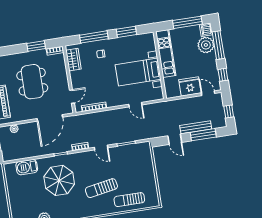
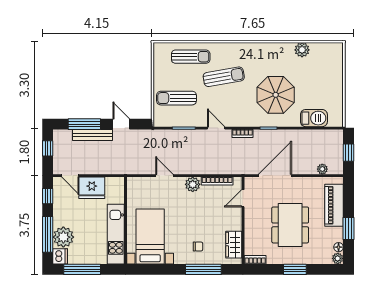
window: (126, 32) -> (161, 269), removed
window: (36, 46) -> (295, 269), moved
bed with nightstands: (138, 72) -> (150, 236), moved, turned -90
plant: (112, 101) -> (193, 184), added
sun lounger: (135, 166) -> (176, 98), added

